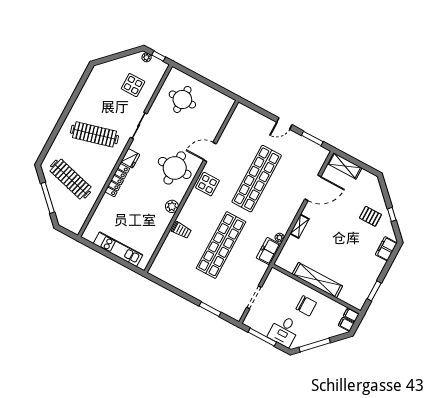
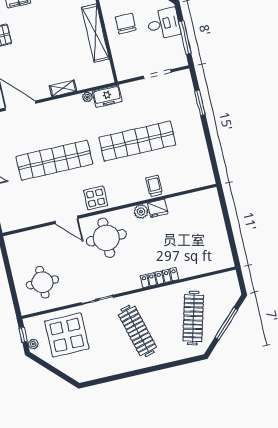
display table: (133, 85) -> (67, 335), width x1.86, depth x1.86
fridge: (130, 158) -> (158, 208), moved, turned 180
kitchen unit: (118, 249) -> (218, 226), removed

